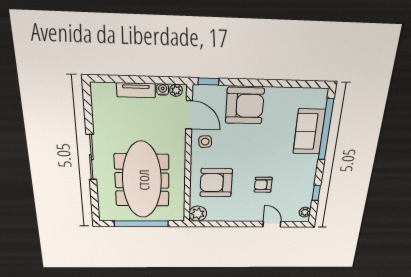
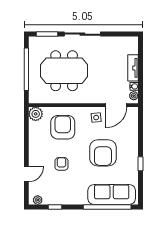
window: (208, 82) -> (140, 164), moved
armchair: (245, 106) -> (103, 153), moved
sofa: (309, 132) -> (112, 195), width x1.36
meeting table: (142, 180) -> (64, 71), width x0.73
window: (94, 200) -> (47, 34), added

